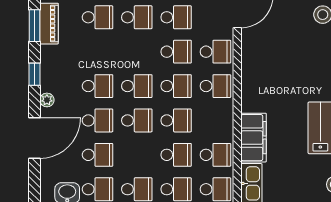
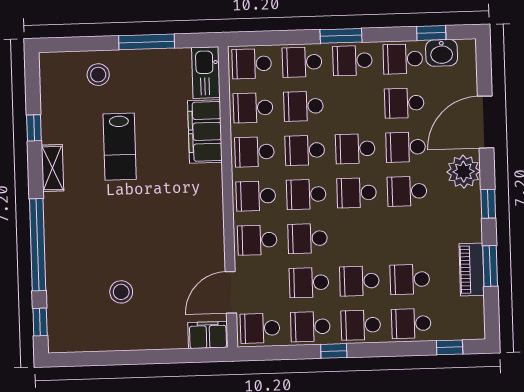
plant: (47, 100) -> (464, 172), width x1.88, depth x1.88
school desk: (215, 120) -> (254, 152), added

